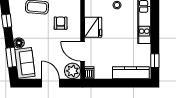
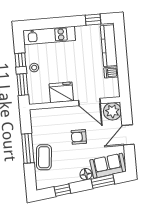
armchair: (61, 23) -> (79, 137), moved
door: (82, 51) -> (89, 102), hinge flipped
dishwasher: (89, 73) -> (111, 72), moved

